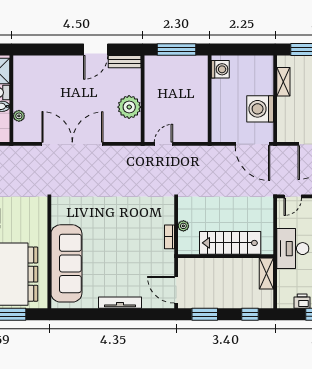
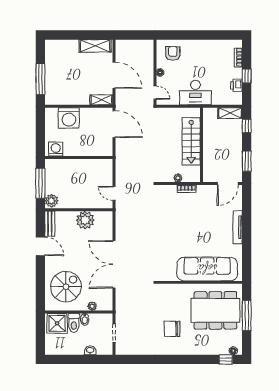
plant: (154, 64) -> (51, 201), added
spiral stairs: (44, 82) -> (66, 287), added
shelving: (283, 82) -> (101, 100), moved
washing machine: (260, 109) -> (69, 118), moved
door: (252, 144) -> (114, 124), hinge flipped
shelving: (266, 273) -> (230, 113), moved

